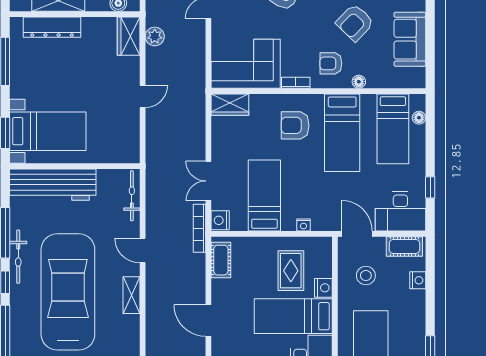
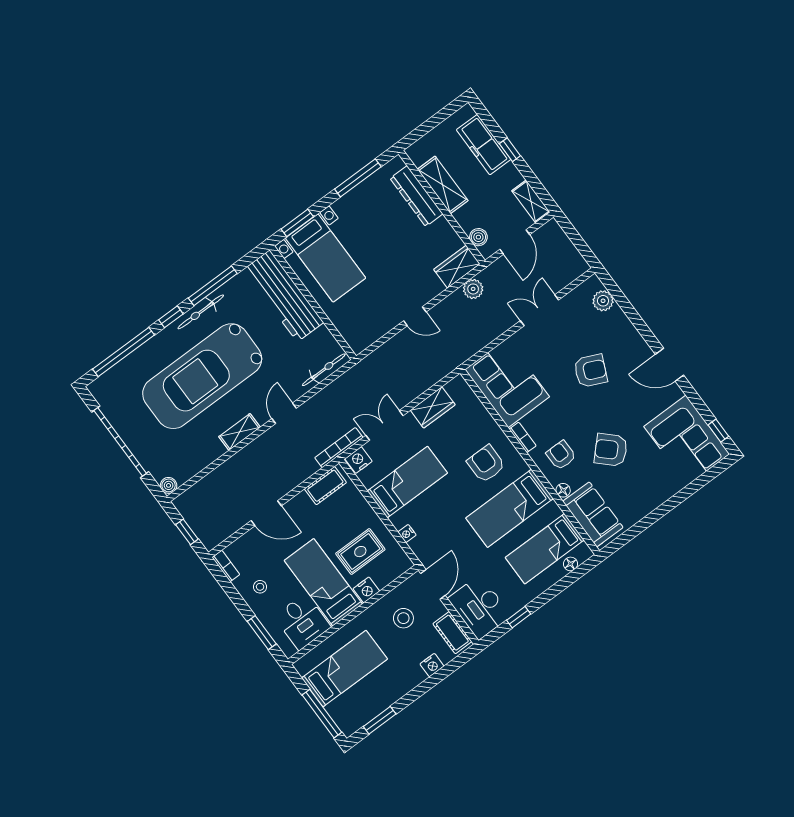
sofa: (410, 39) -> (593, 514), moved, turned 90
wardrobe: (230, 105) -> (433, 407), moved, turned -90
car: (68, 292) -> (202, 376), turned 180
door: (208, 321) -> (266, 513), swing flipped

